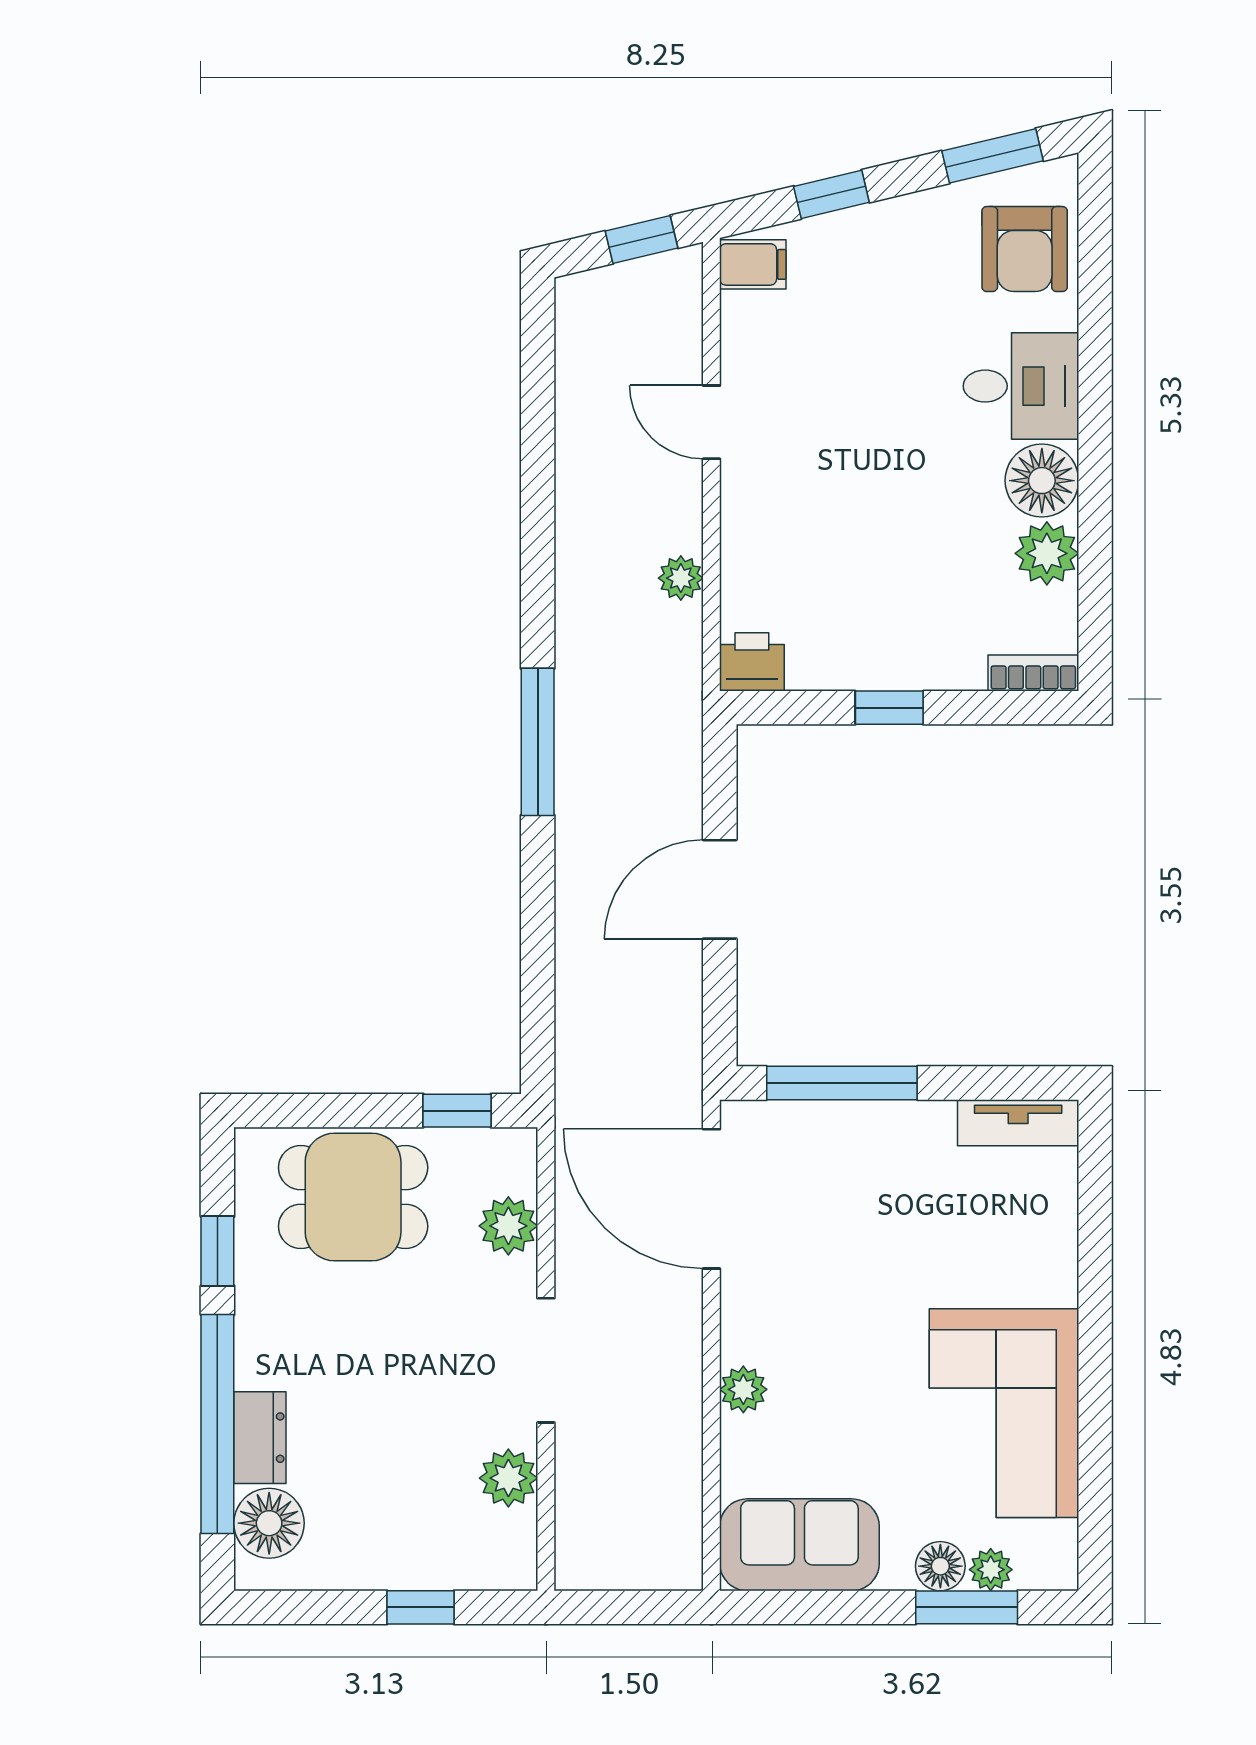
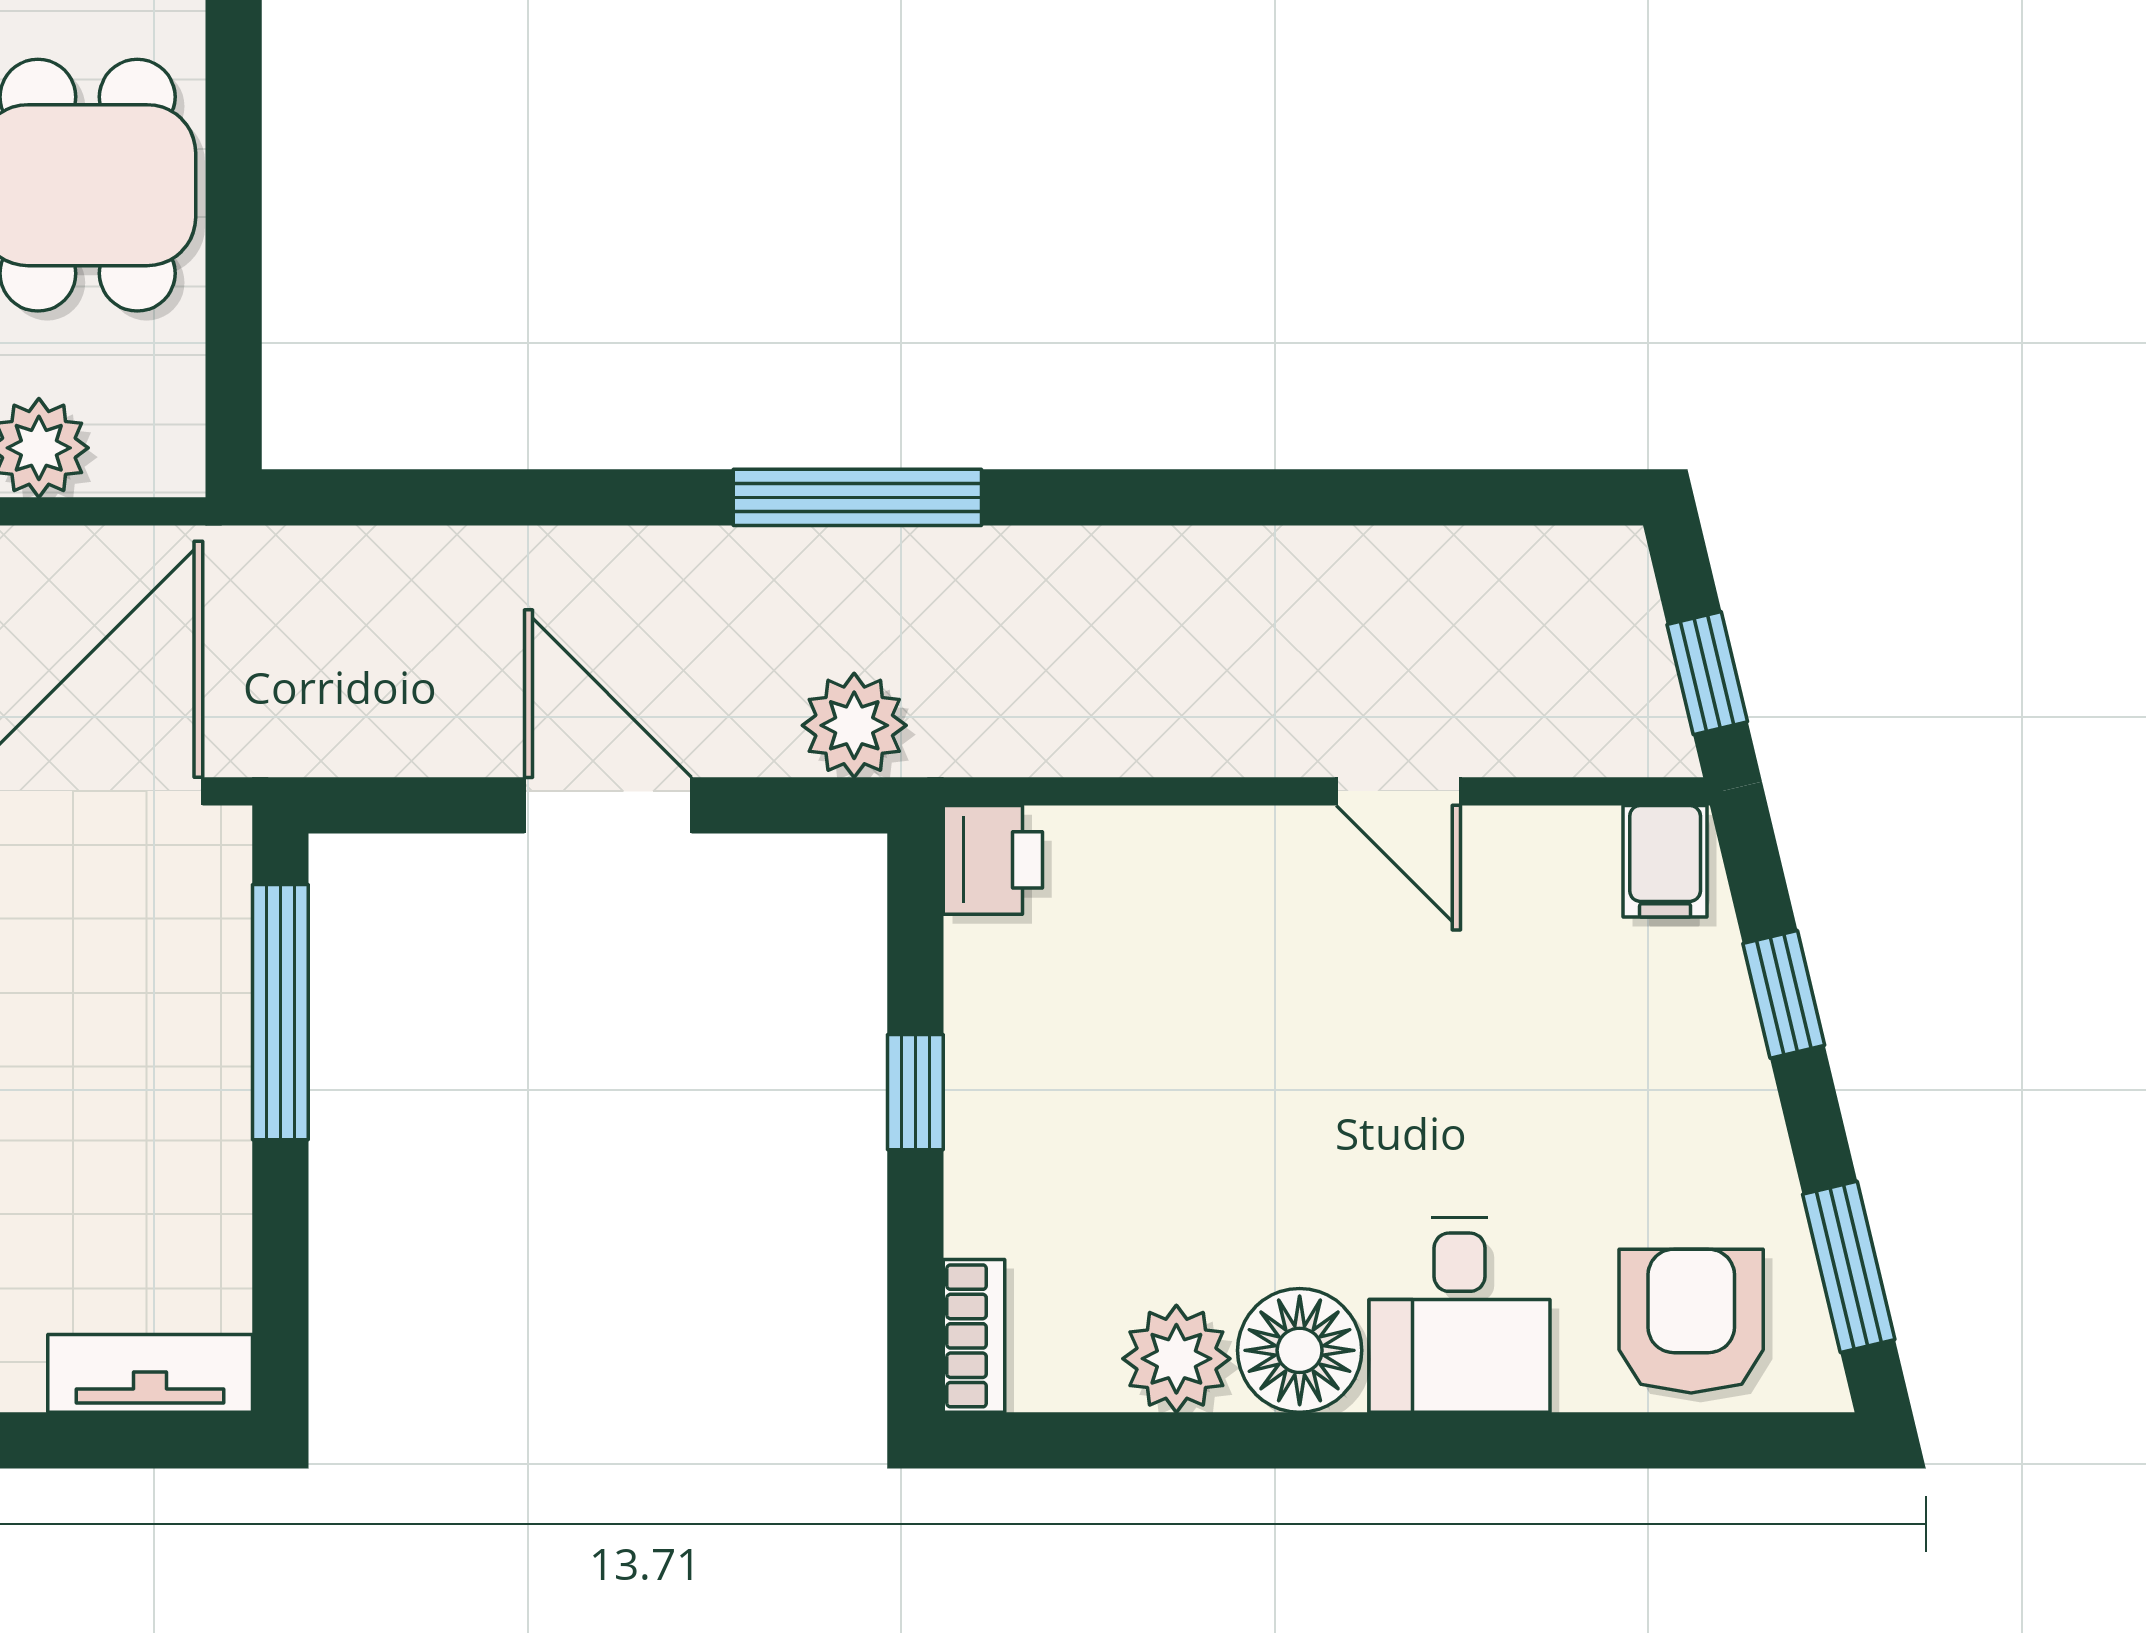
armchair: (1025, 249) -> (1691, 1321), turned 90
door: (711, 422) -> (1398, 791), swing flipped
plant: (681, 578) -> (854, 725), moved, width x1.38, depth x1.38
window: (457, 1111) -> (234, 361), removed
tv unit: (1018, 1123) -> (150, 1373), moved, turned 90

